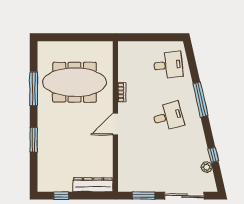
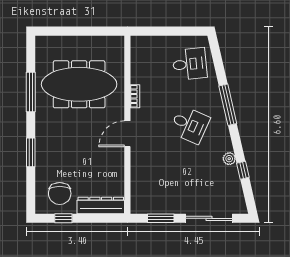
desk: (168, 116) -> (190, 125), turned 39
plant: (207, 167) -> (229, 159), moved
chair: (58, 175) -> (60, 193), added

